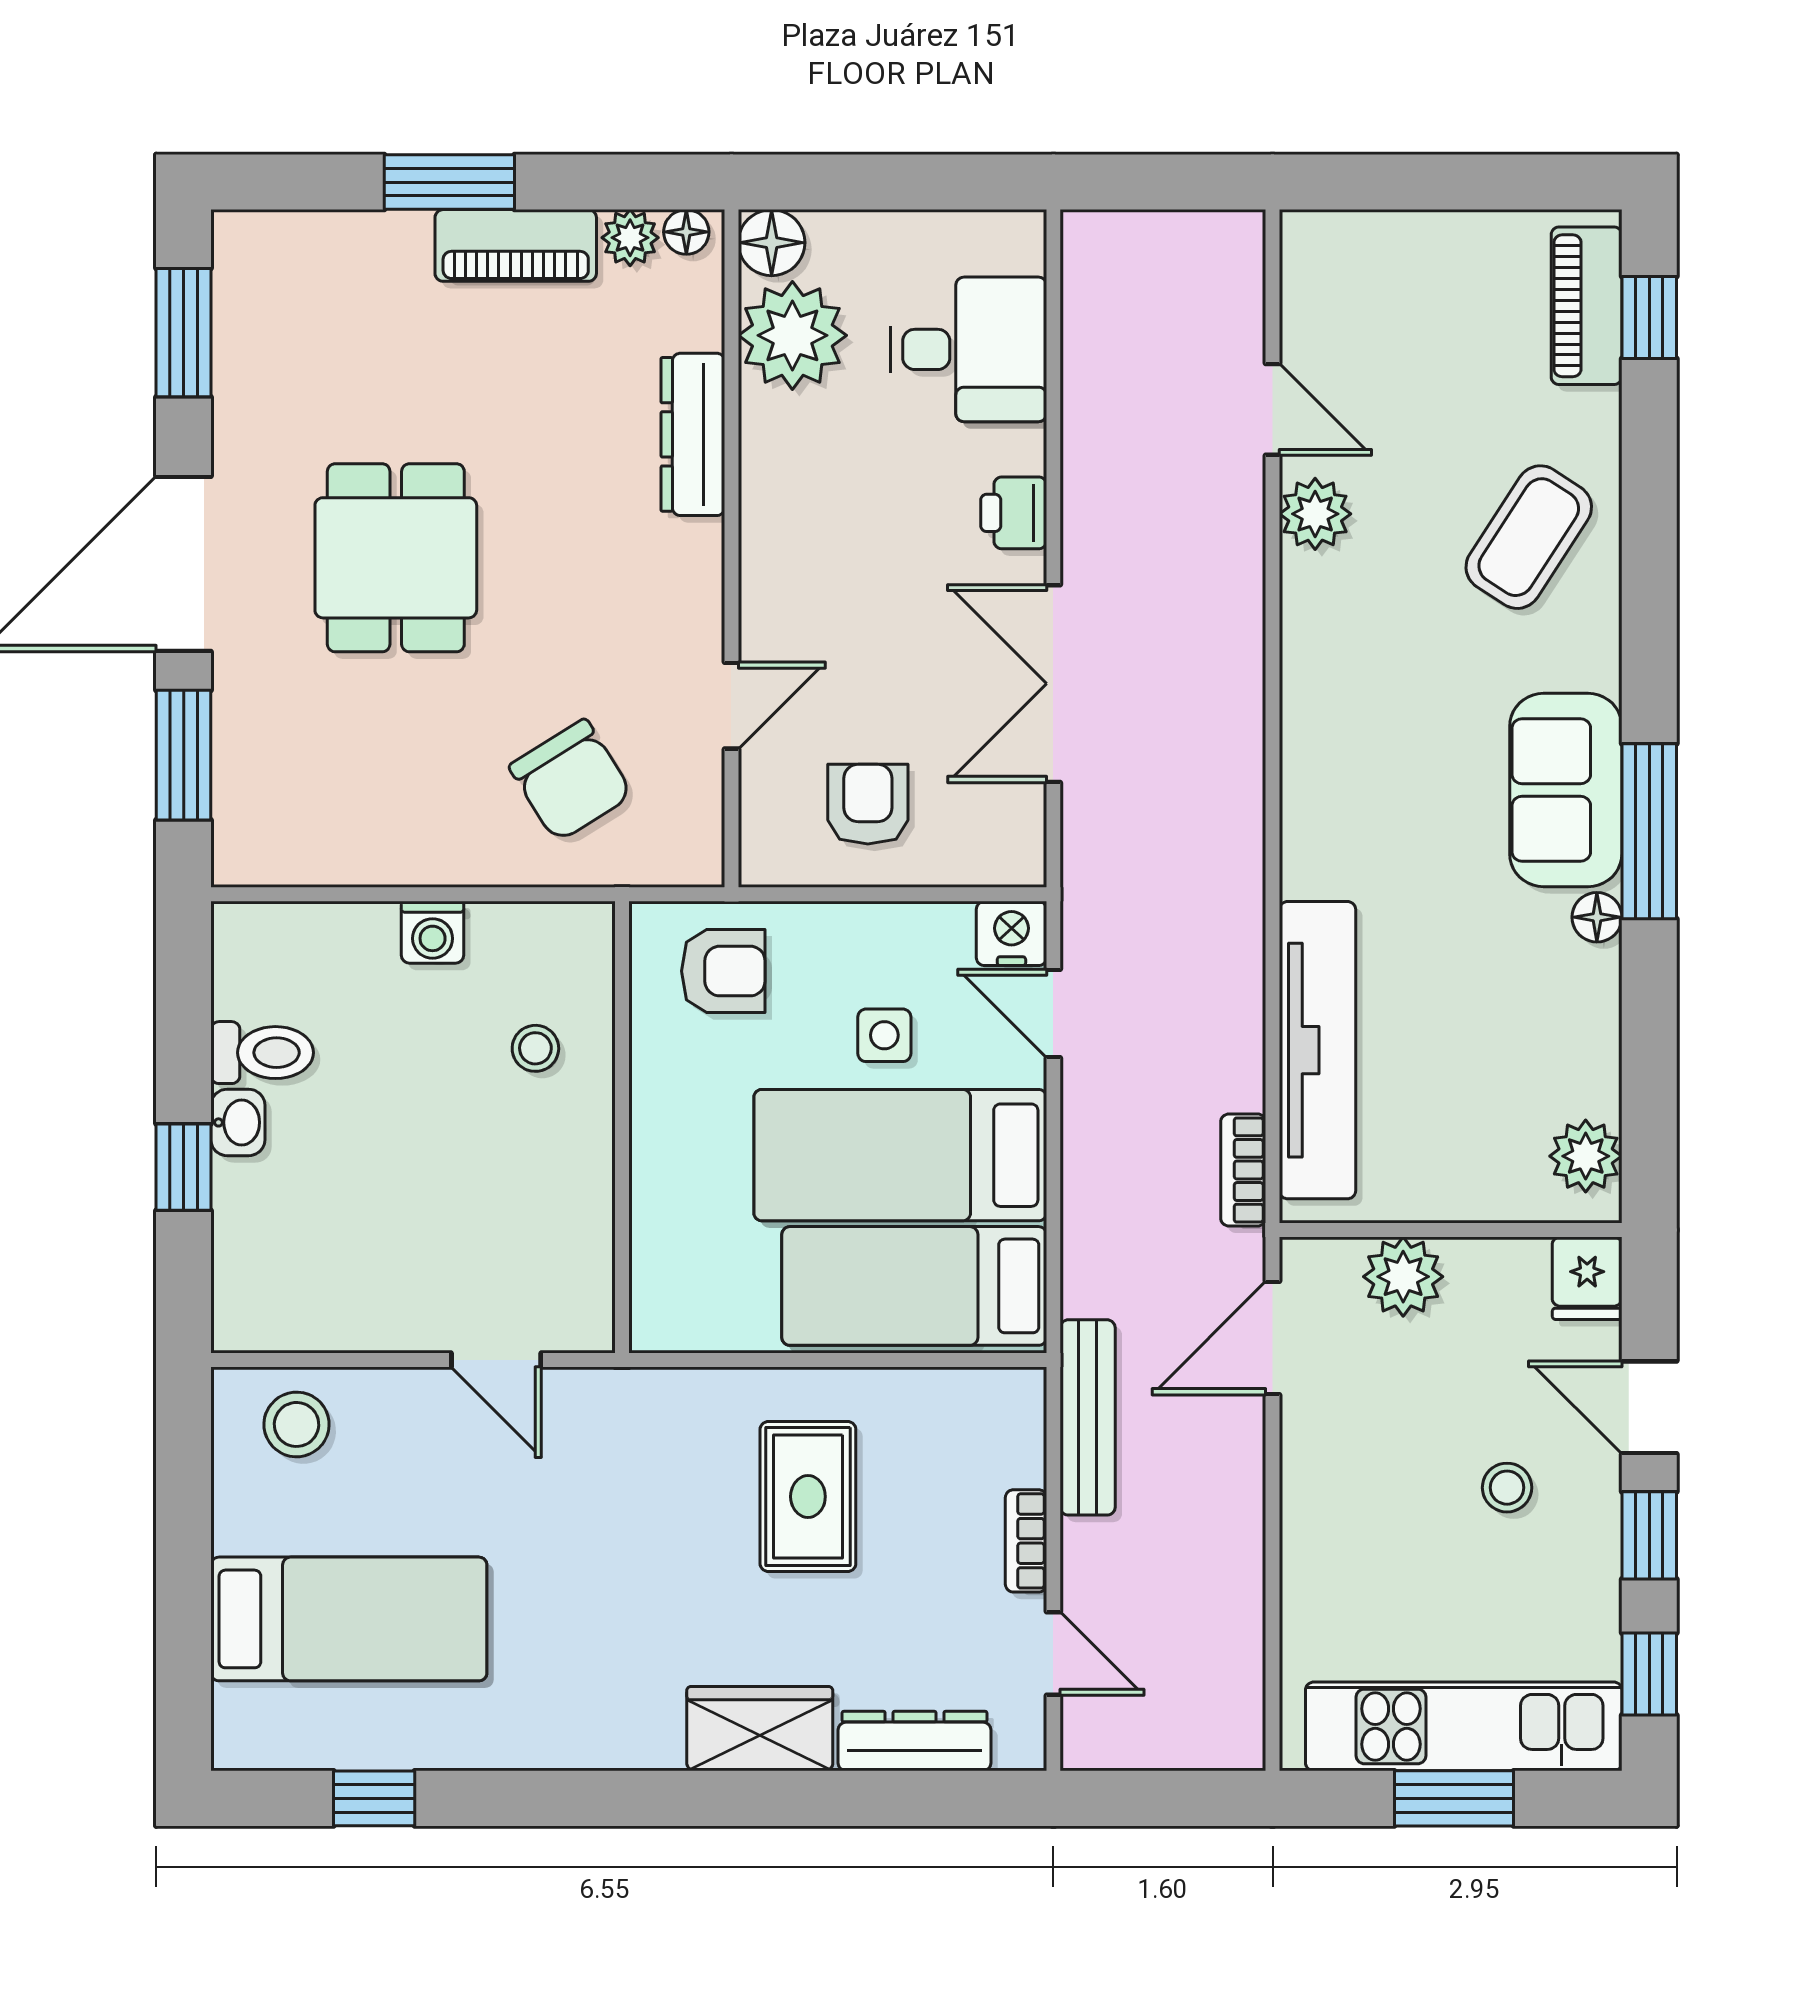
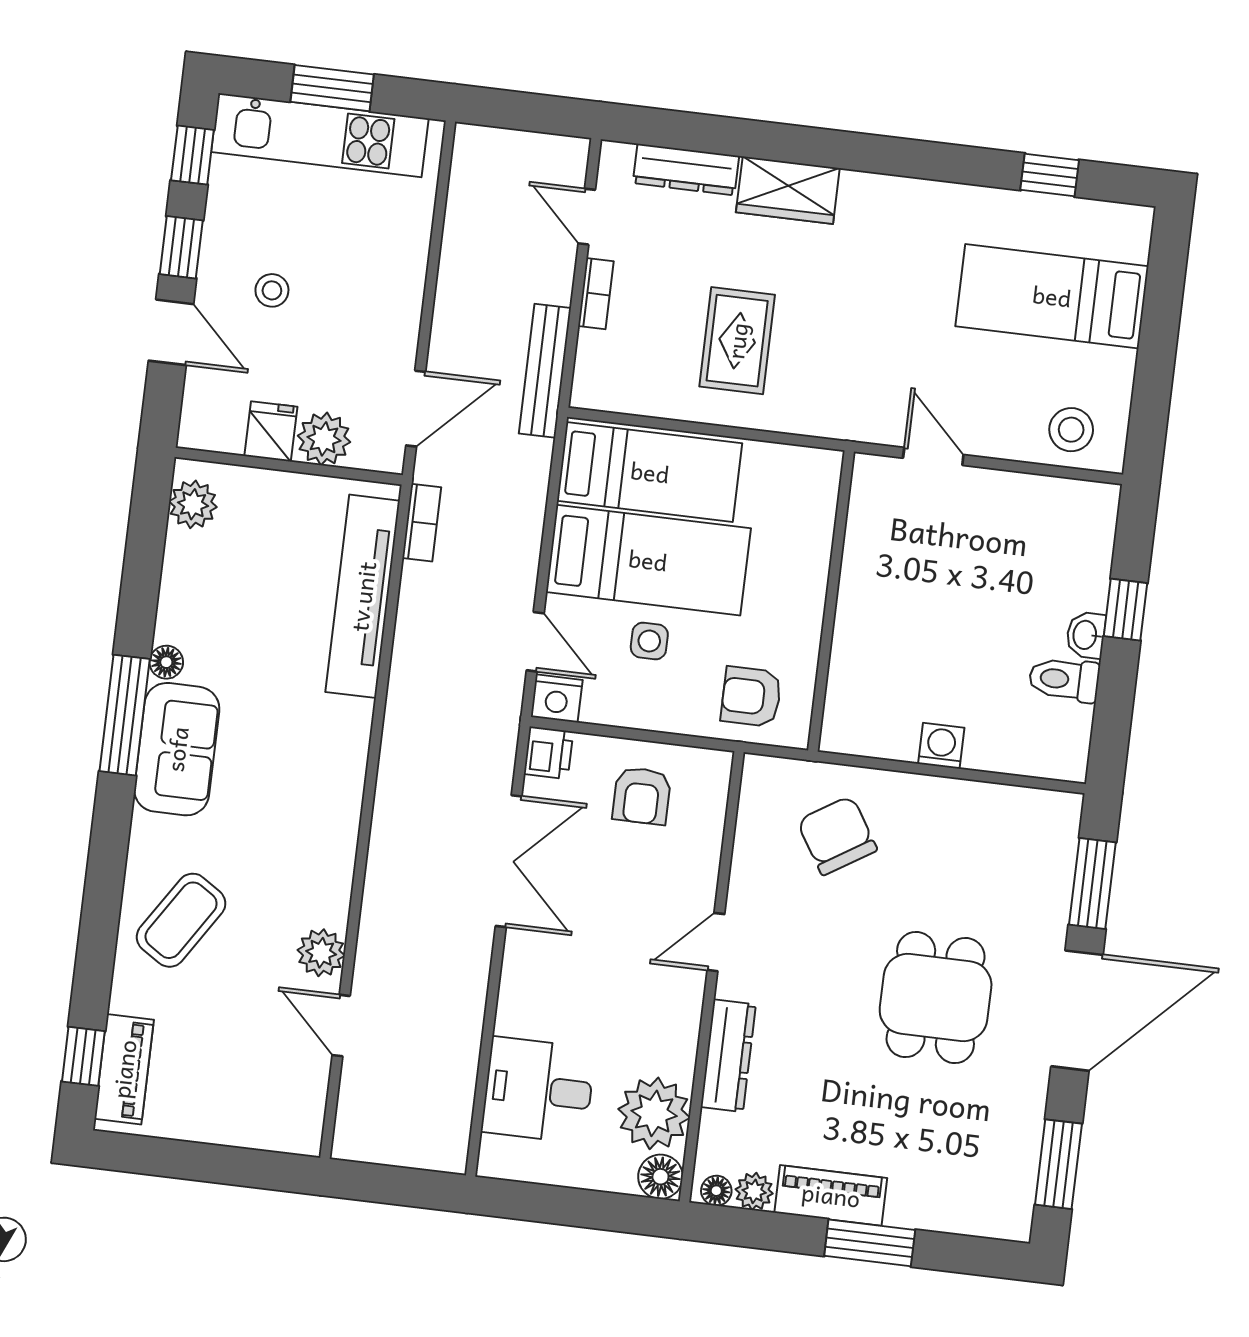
printer: (1014, 513) -> (549, 753), moved
door: (731, 706) -> (716, 942), moved
stool: (535, 1048) -> (882, 660), removed
fridge: (1587, 1278) -> (271, 431), moved

